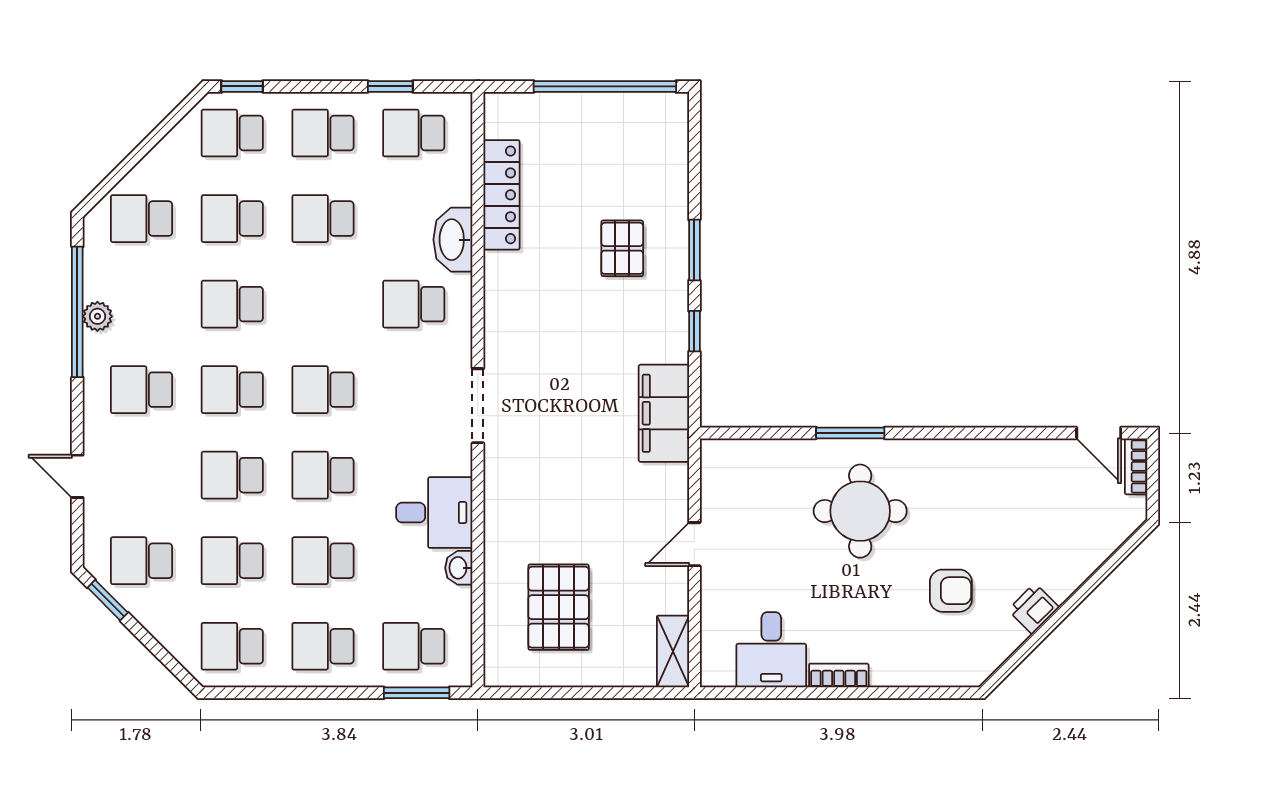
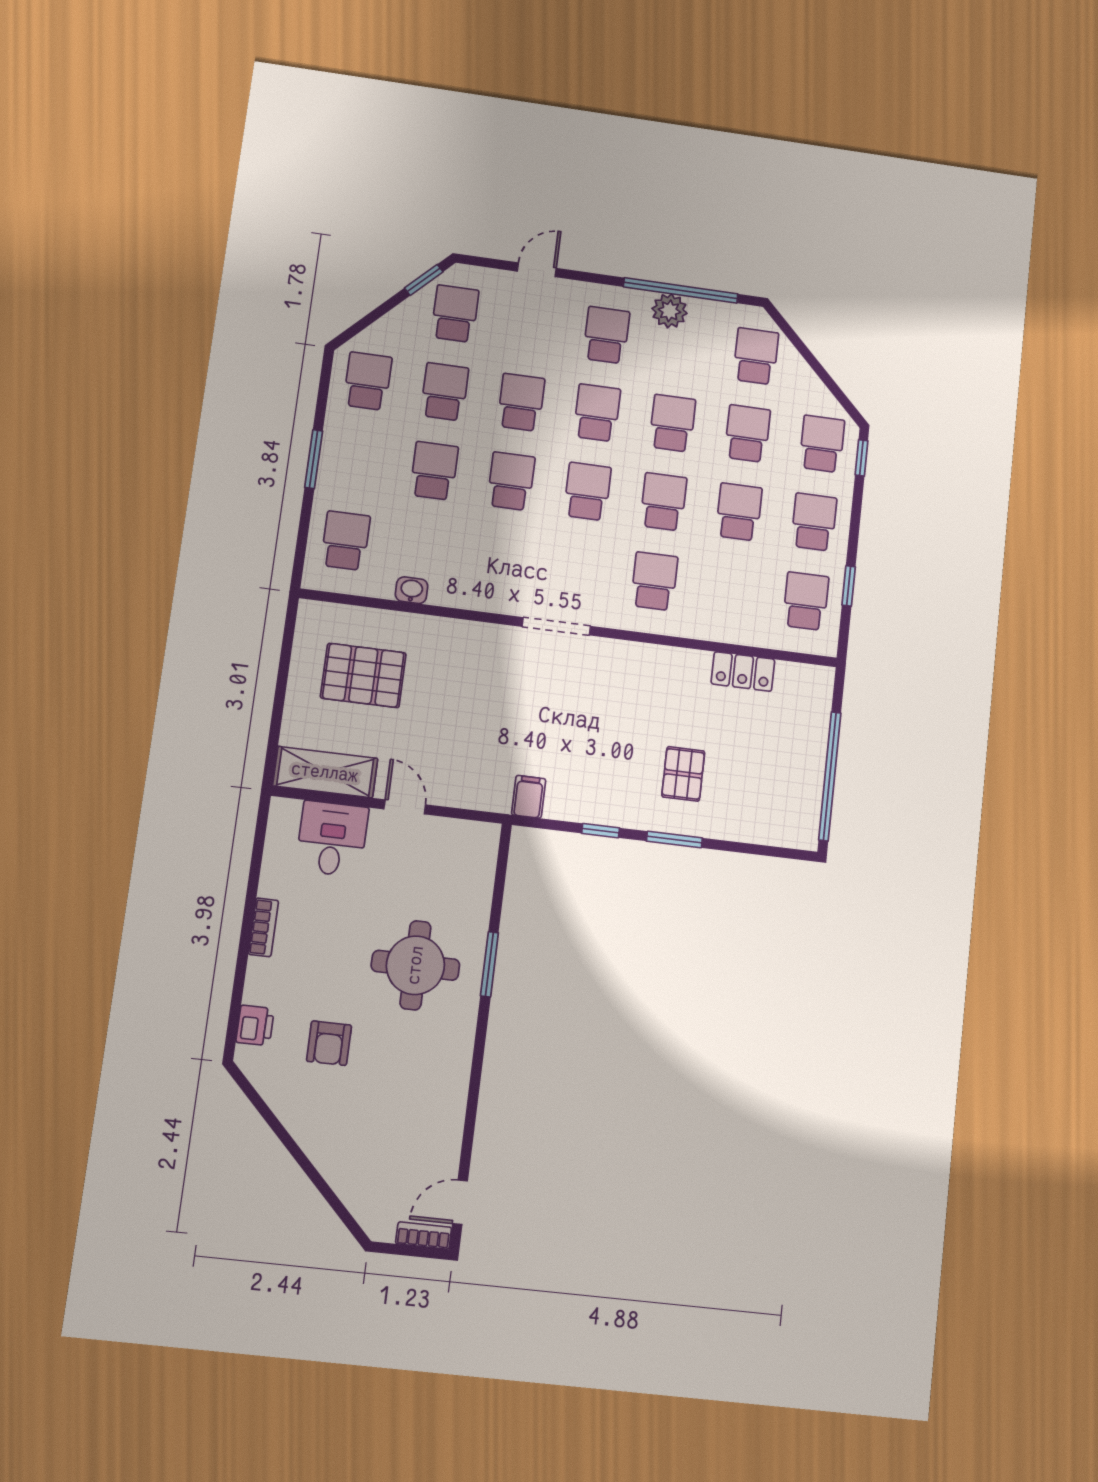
locker: (501, 195) -> (743, 672), width x0.66
washbasin: (453, 240) -> (708, 623), removed
pallet: (622, 248) -> (683, 774), turned 90
plant: (97, 316) -> (670, 311), width x1.38, depth x1.38
filing cabinet: (664, 413) -> (529, 797), width x0.33, depth x0.86
desk: (434, 513) -> (465, 575), removed
printer: (1034, 609) -> (255, 1025), moved, turned 45
school desk: (323, 646) -> (663, 502), moved
desk: (771, 650) -> (332, 839), moved, turned 90
shelving: (673, 651) -> (325, 772), width x1.50, depth x1.33
window: (417, 693) -> (314, 459), moved

